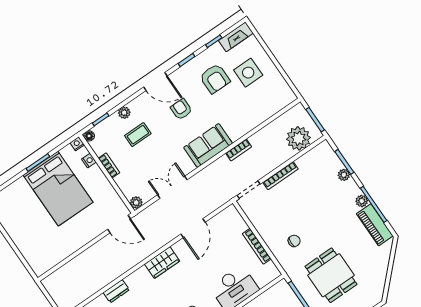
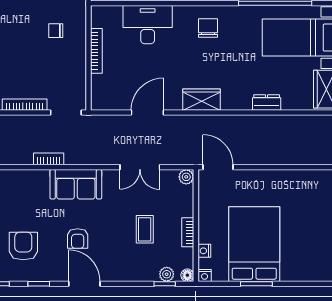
plant: (124, 113) -> (167, 274), moved
coffee table: (138, 135) -> (145, 229), moved, turned 90

